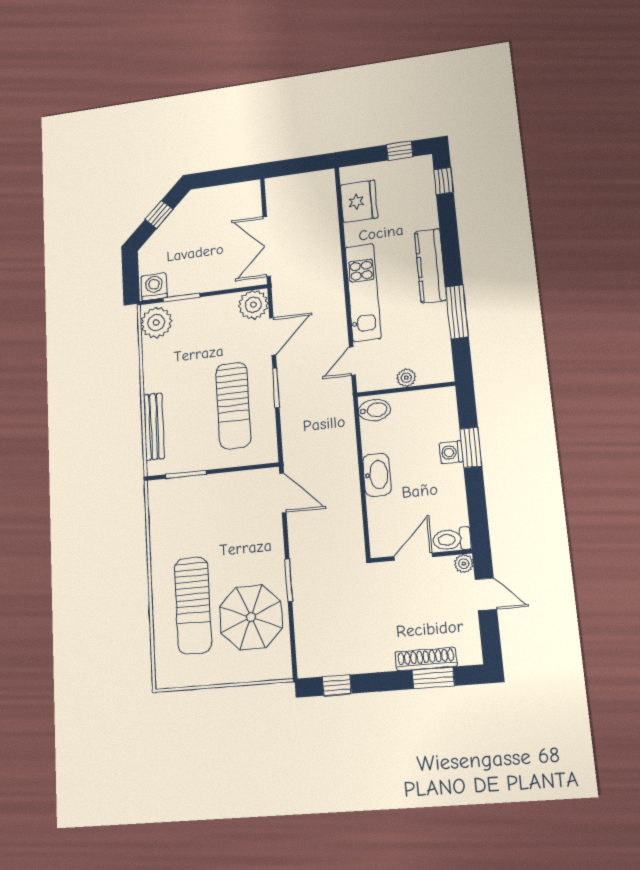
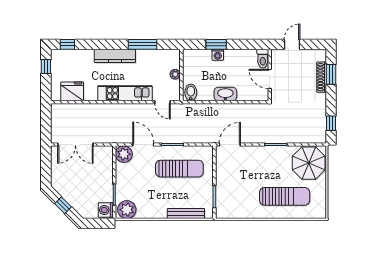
double door: (267, 246) -> (75, 144), moved
plant: (464, 564) -> (276, 54), removed
parasol: (251, 617) -> (309, 163), moved

